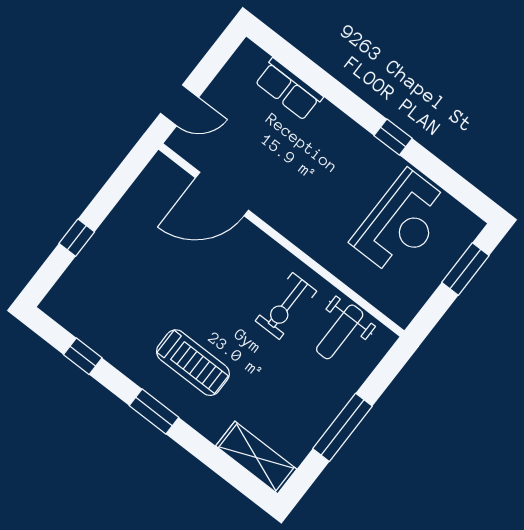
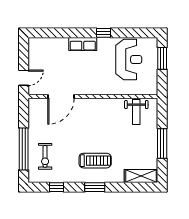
row of seats: (289, 89) -> (83, 44), moved
window: (77, 238) -> (24, 149), width x3.17
exercise bike: (286, 306) -> (45, 156), moved

